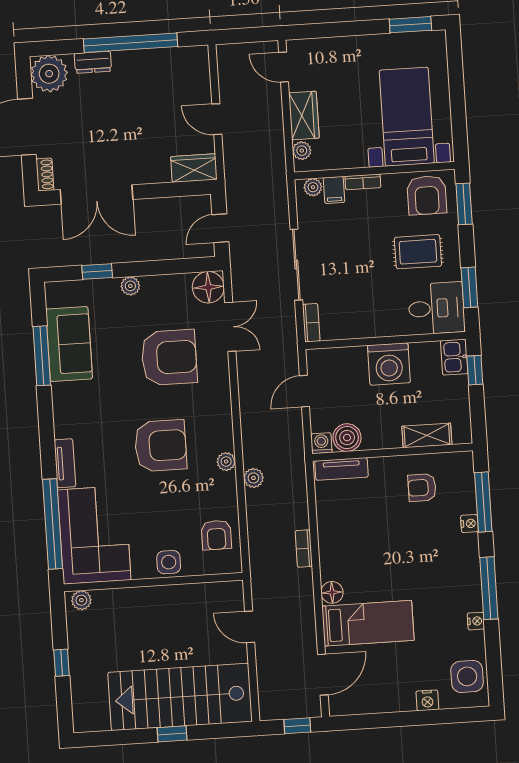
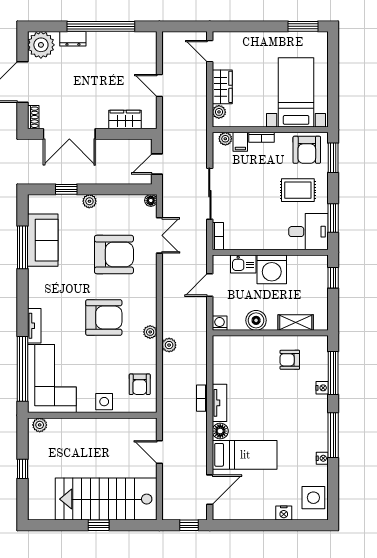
wardrobe: (194, 168) -> (125, 119), moved
floor lamp: (208, 287) -> (151, 200), width x0.53, depth x0.53
kitchen sink: (454, 357) -> (243, 264), moved, turned -90
boiler: (347, 438) -> (256, 320), moved
tv unit: (341, 469) -> (219, 403), moved, turned -90

